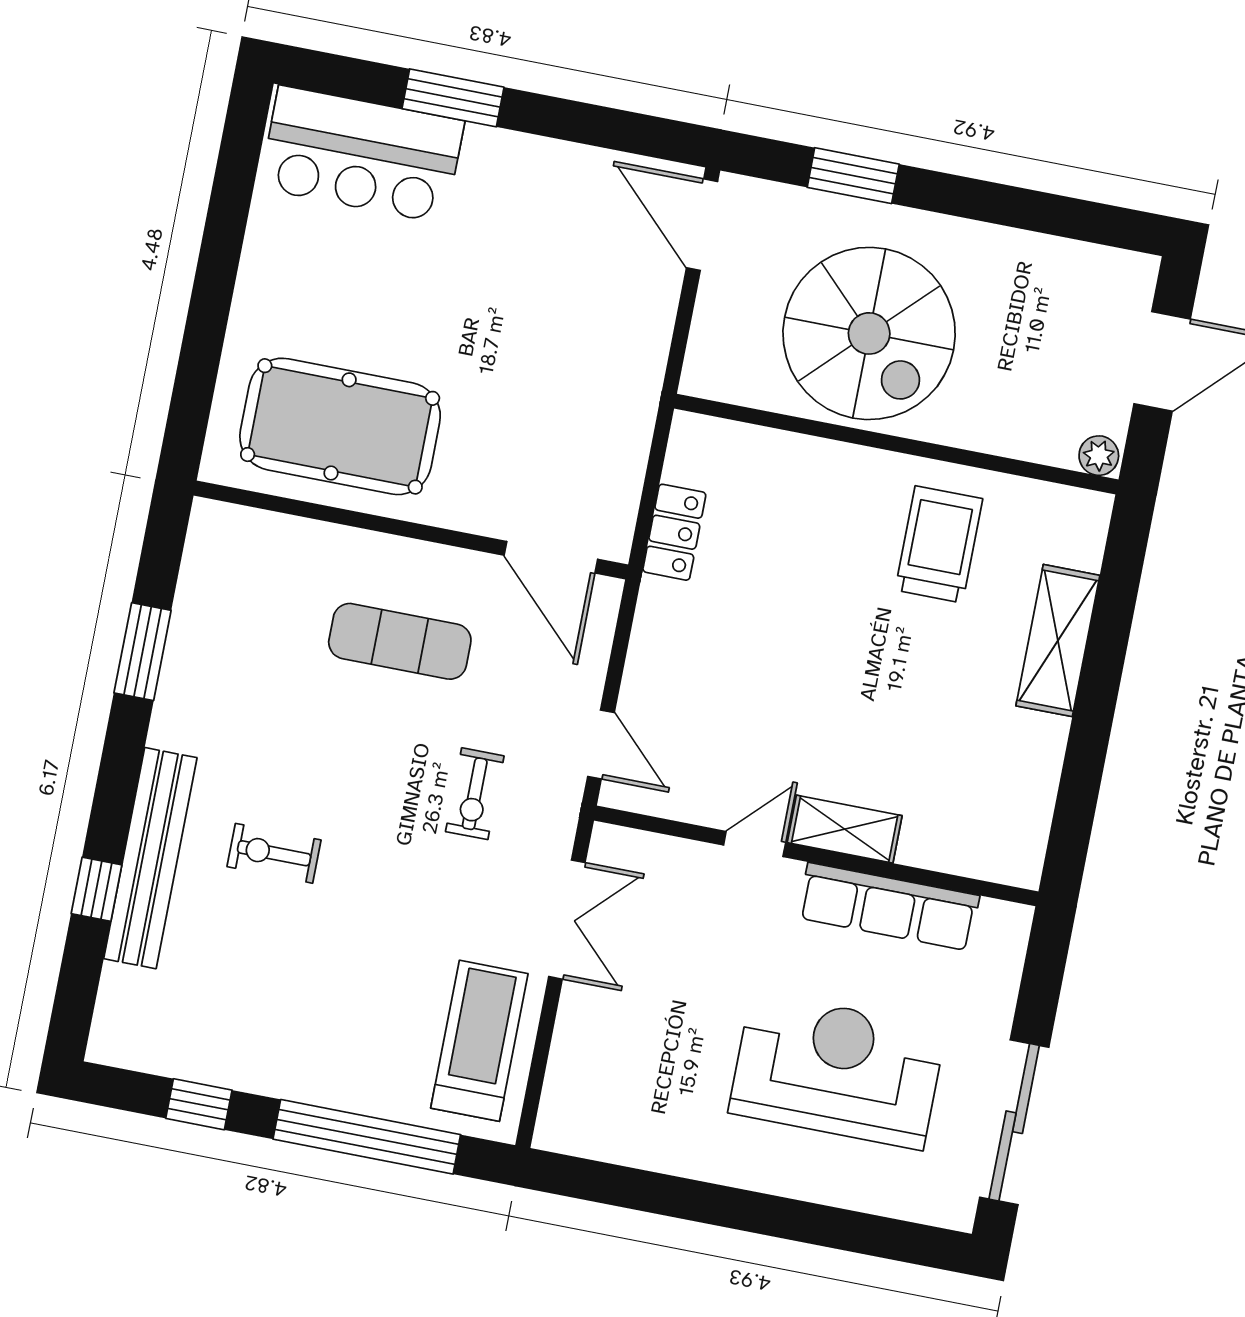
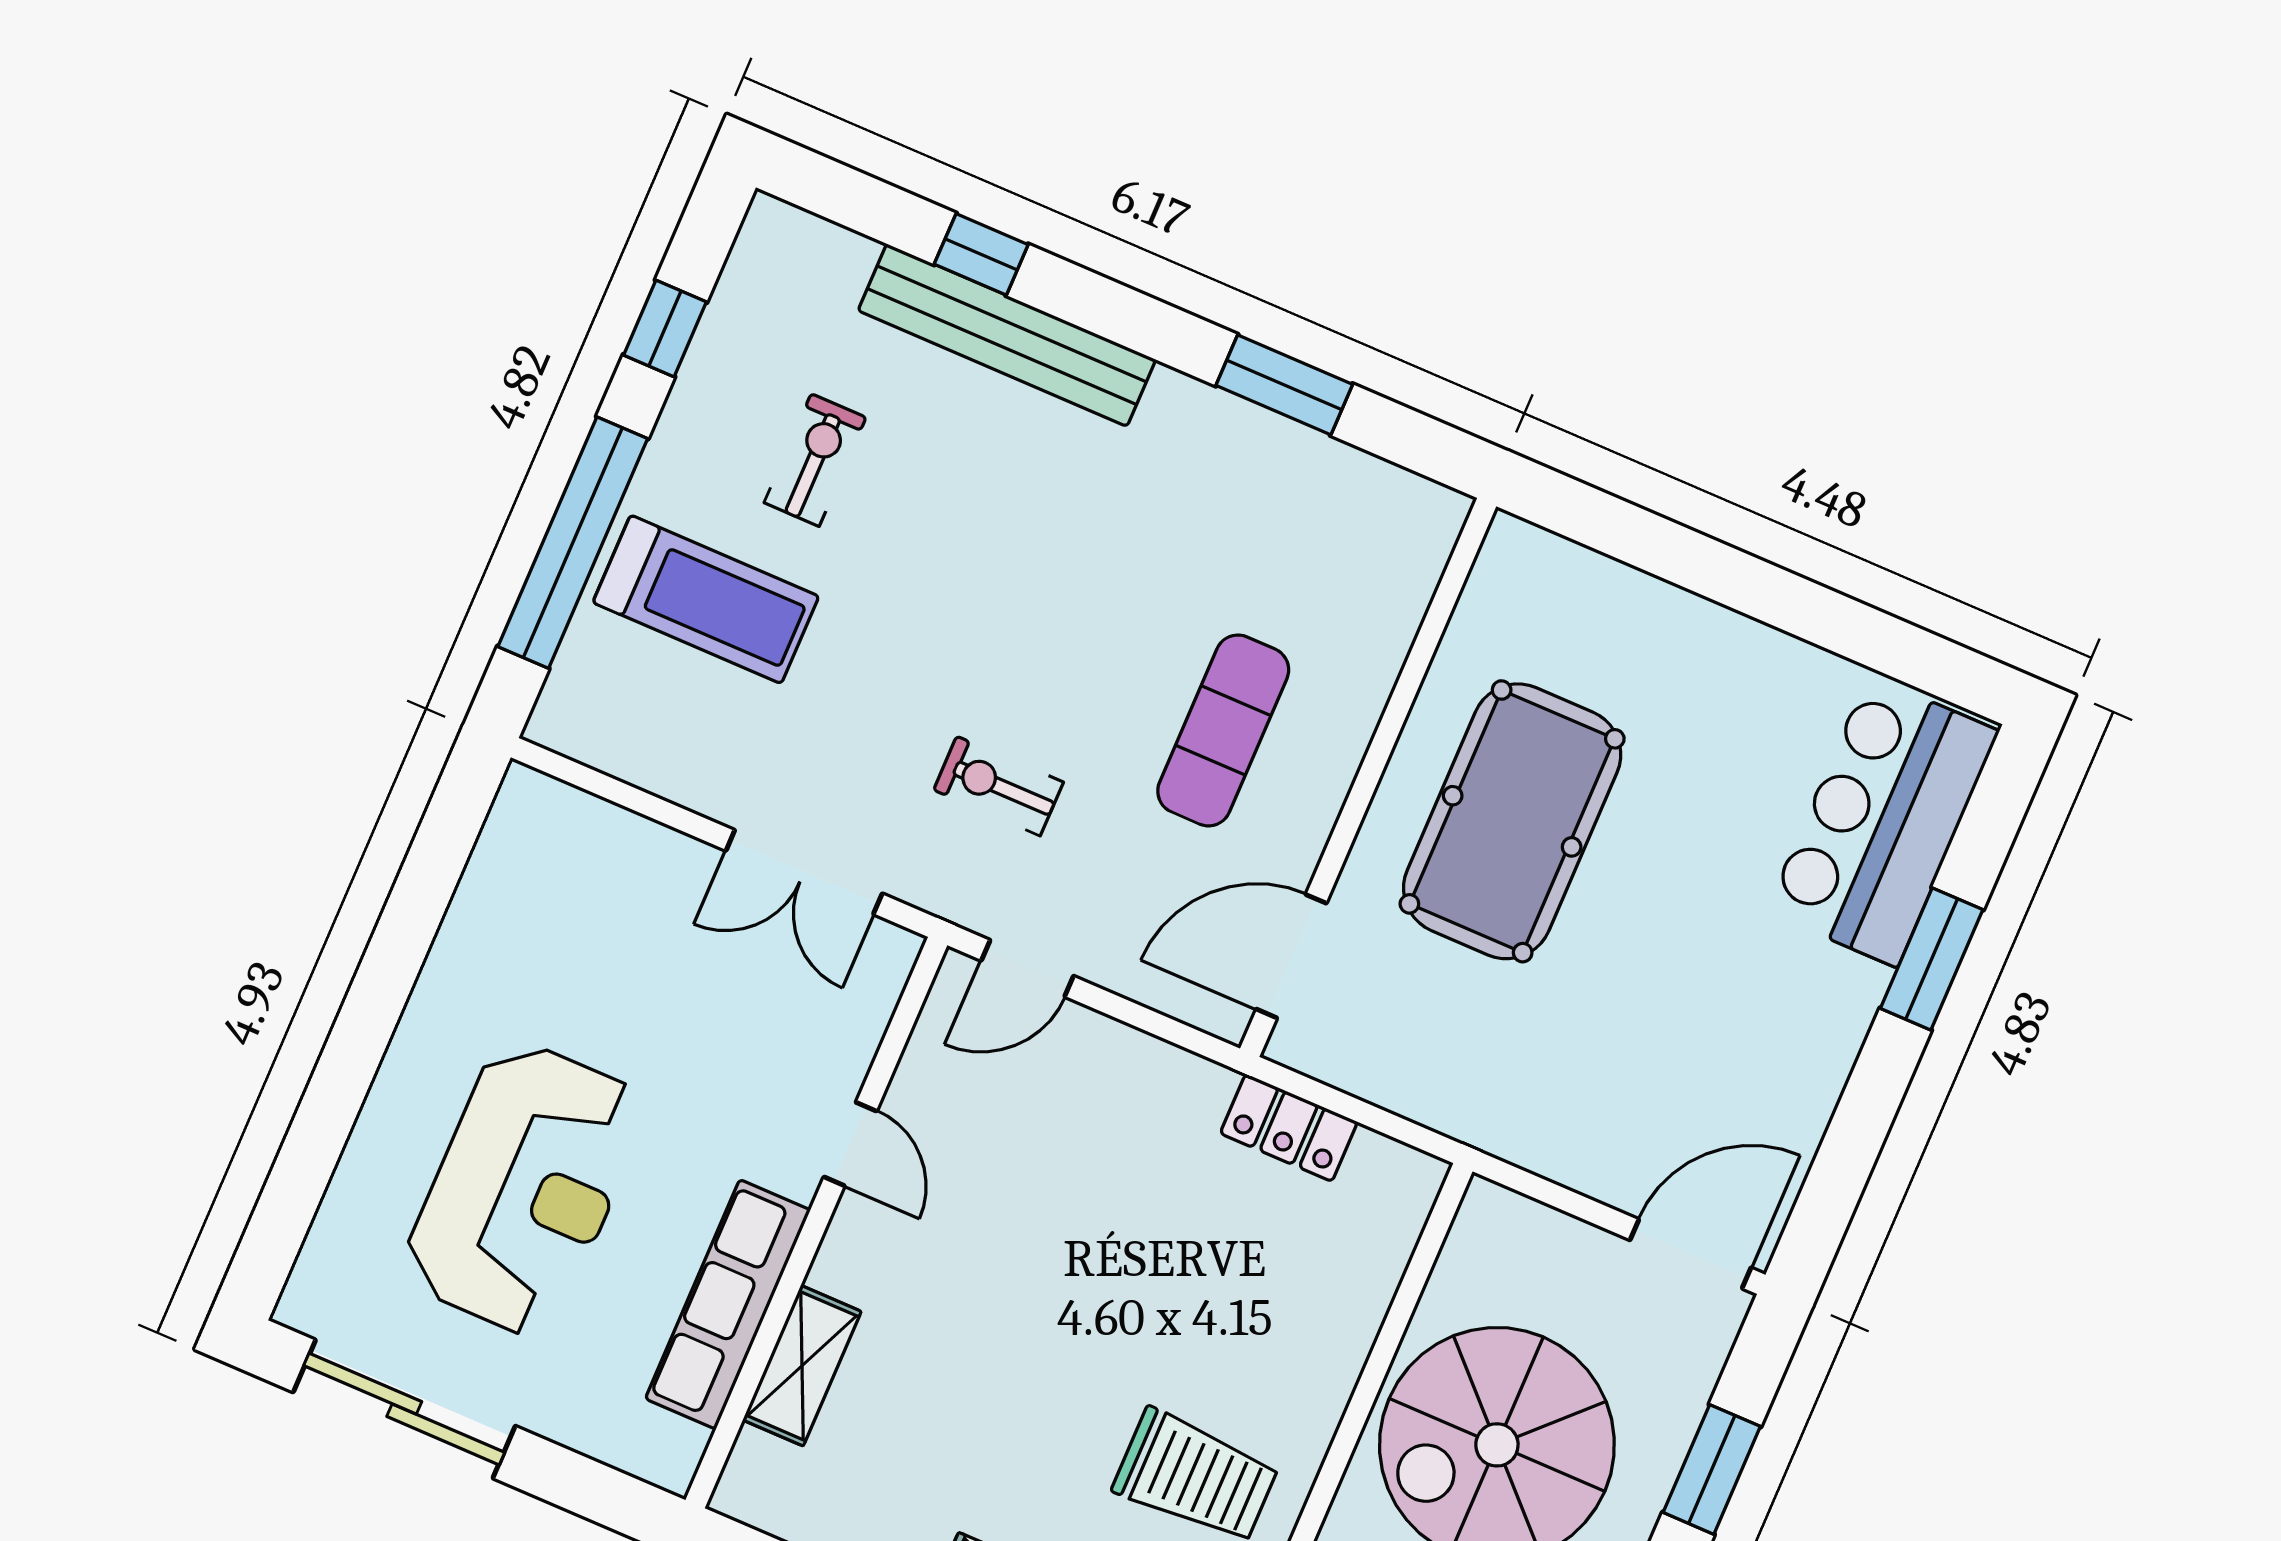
pool table: (340, 426) -> (1512, 821), moved
shelving: (845, 829) -> (802, 1366), moved
exercise bike: (274, 853) -> (815, 460), moved
treadmill: (479, 1041) -> (706, 599), moved

